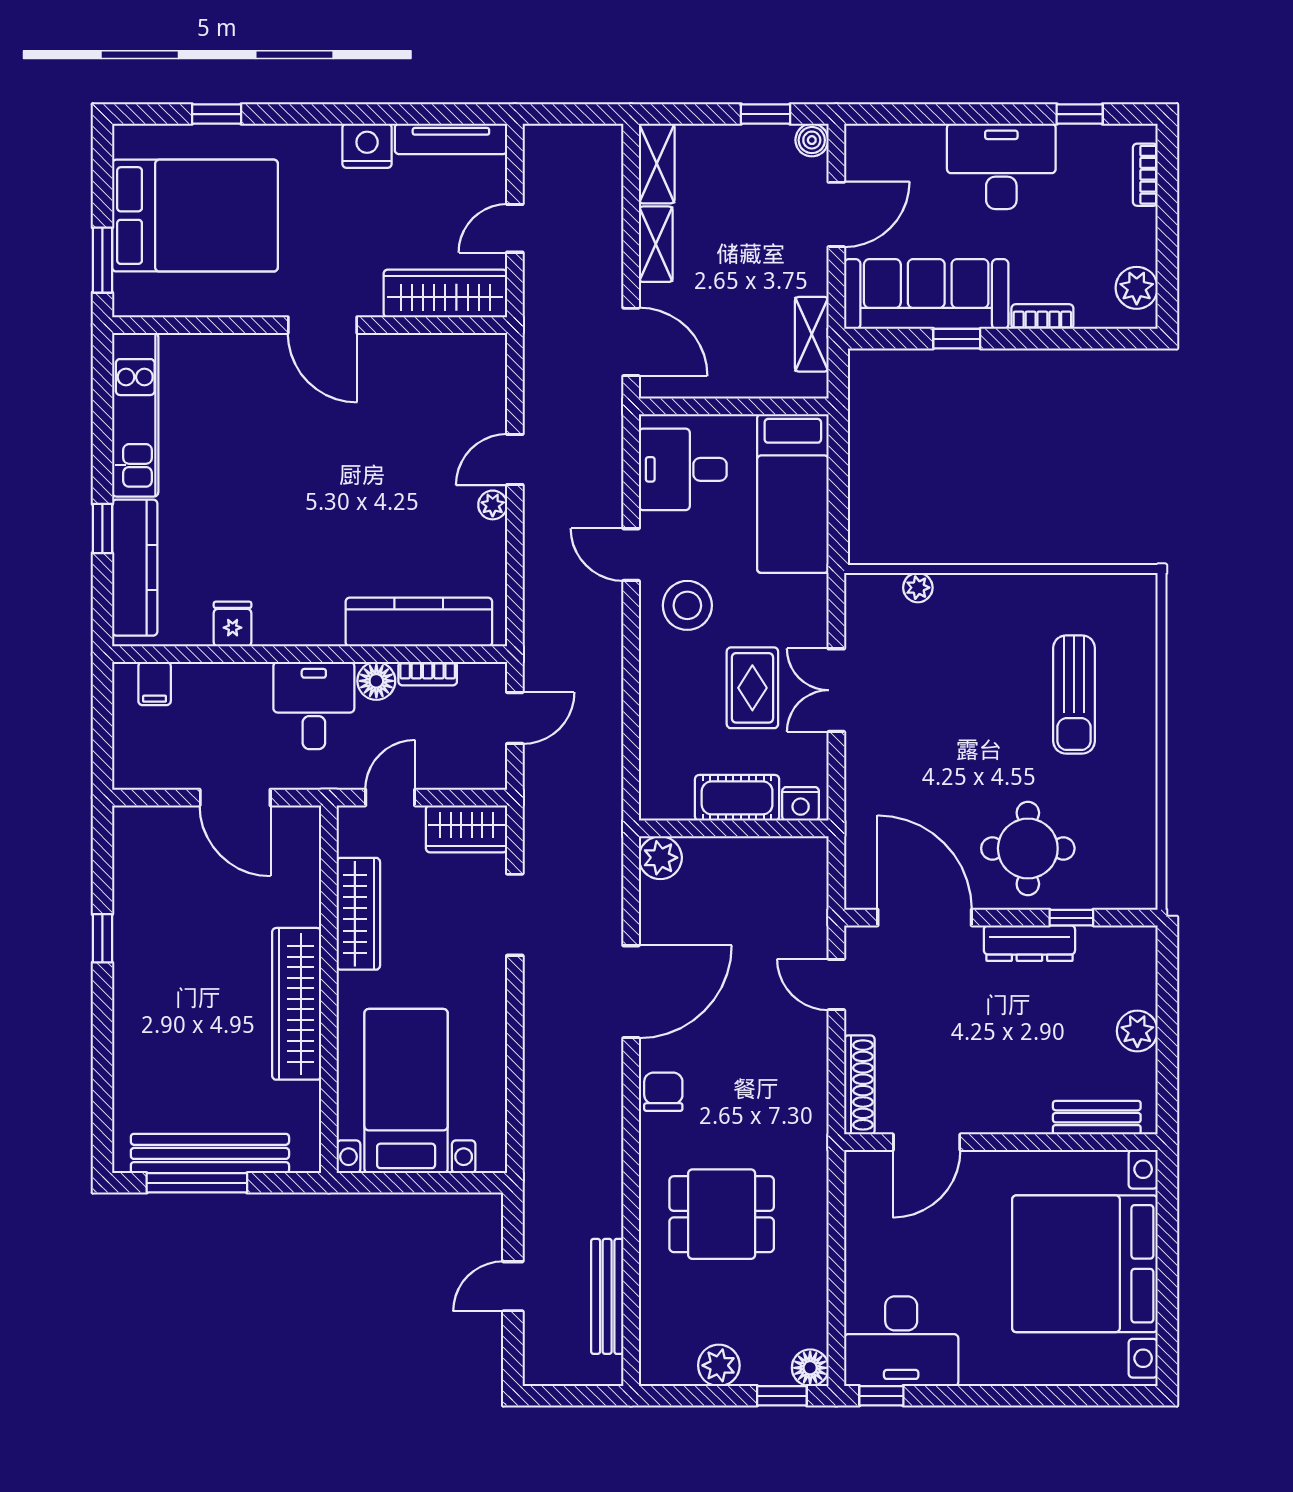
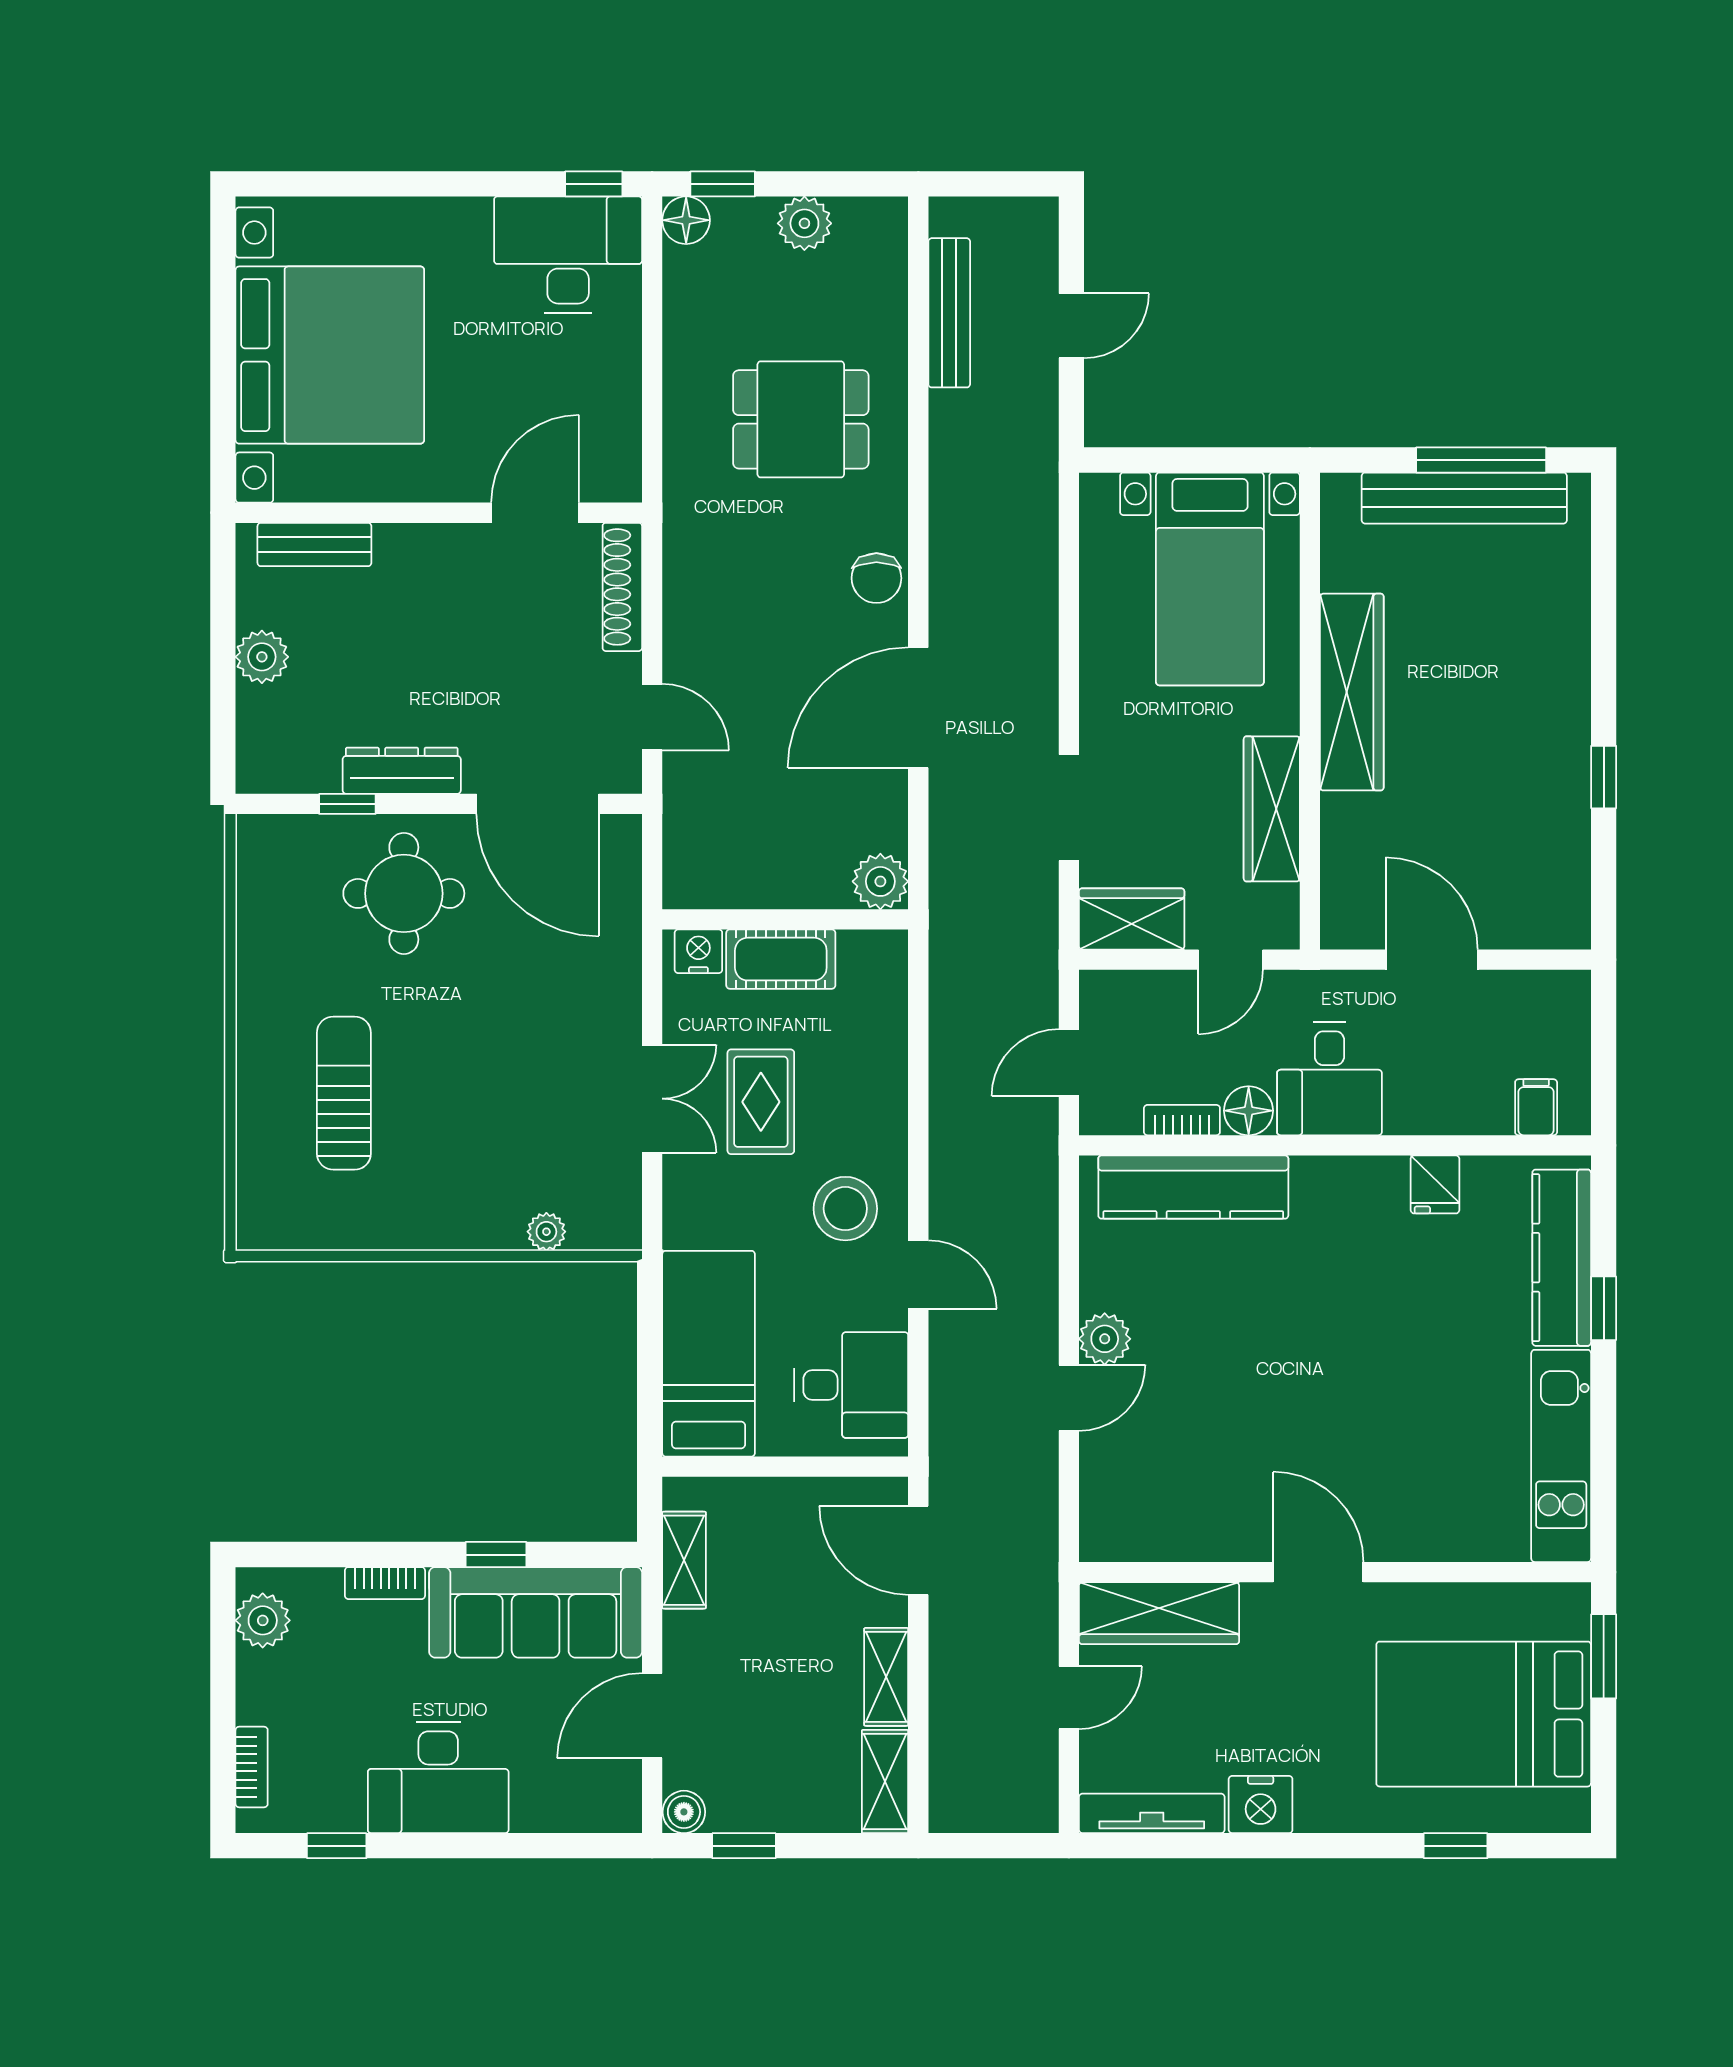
plant: (493, 505) -> (1105, 1339), width x1.38, depth x1.38

